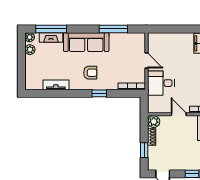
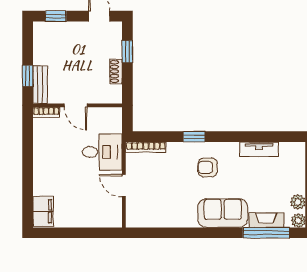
window: (113, 29) -> (173, 233), removed
sofa: (86, 42) -> (223, 213), width x0.73
plant: (154, 122) -> (113, 94), removed

